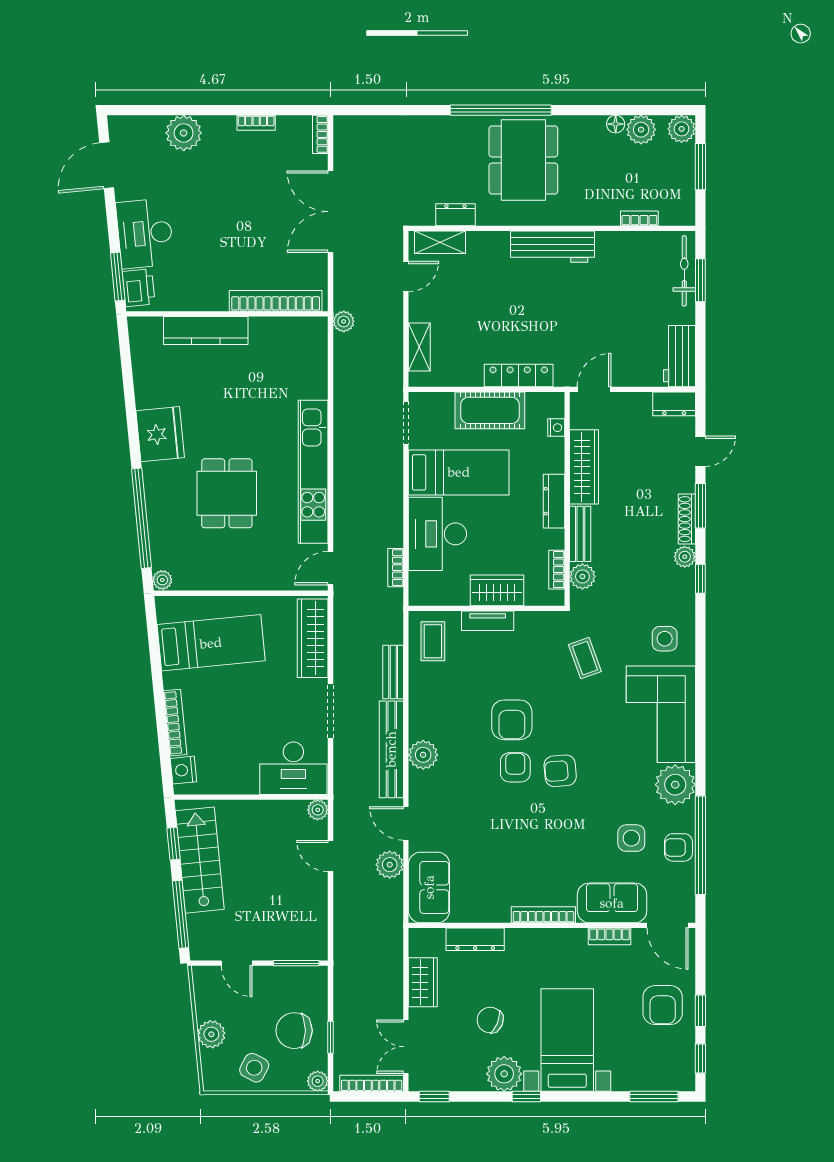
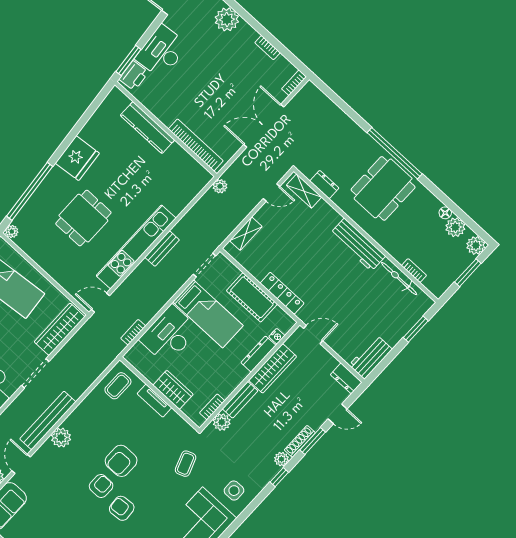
bicycle: (684, 271) -> (399, 279), moved, turned -90
dresser: (554, 501) -> (258, 354), moved
bench: (393, 672) -> (162, 249), moved

